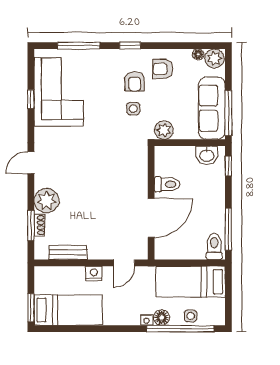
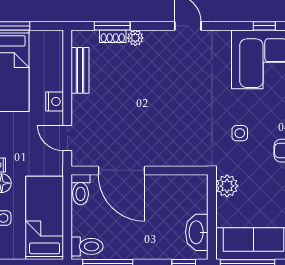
side table: (133, 109) -> (240, 133), moved
washbasin: (207, 155) -> (197, 232), width x1.38
toilet: (167, 184) -> (81, 190), moved
plant: (47, 201) -> (135, 38), width x0.53, depth x0.53

